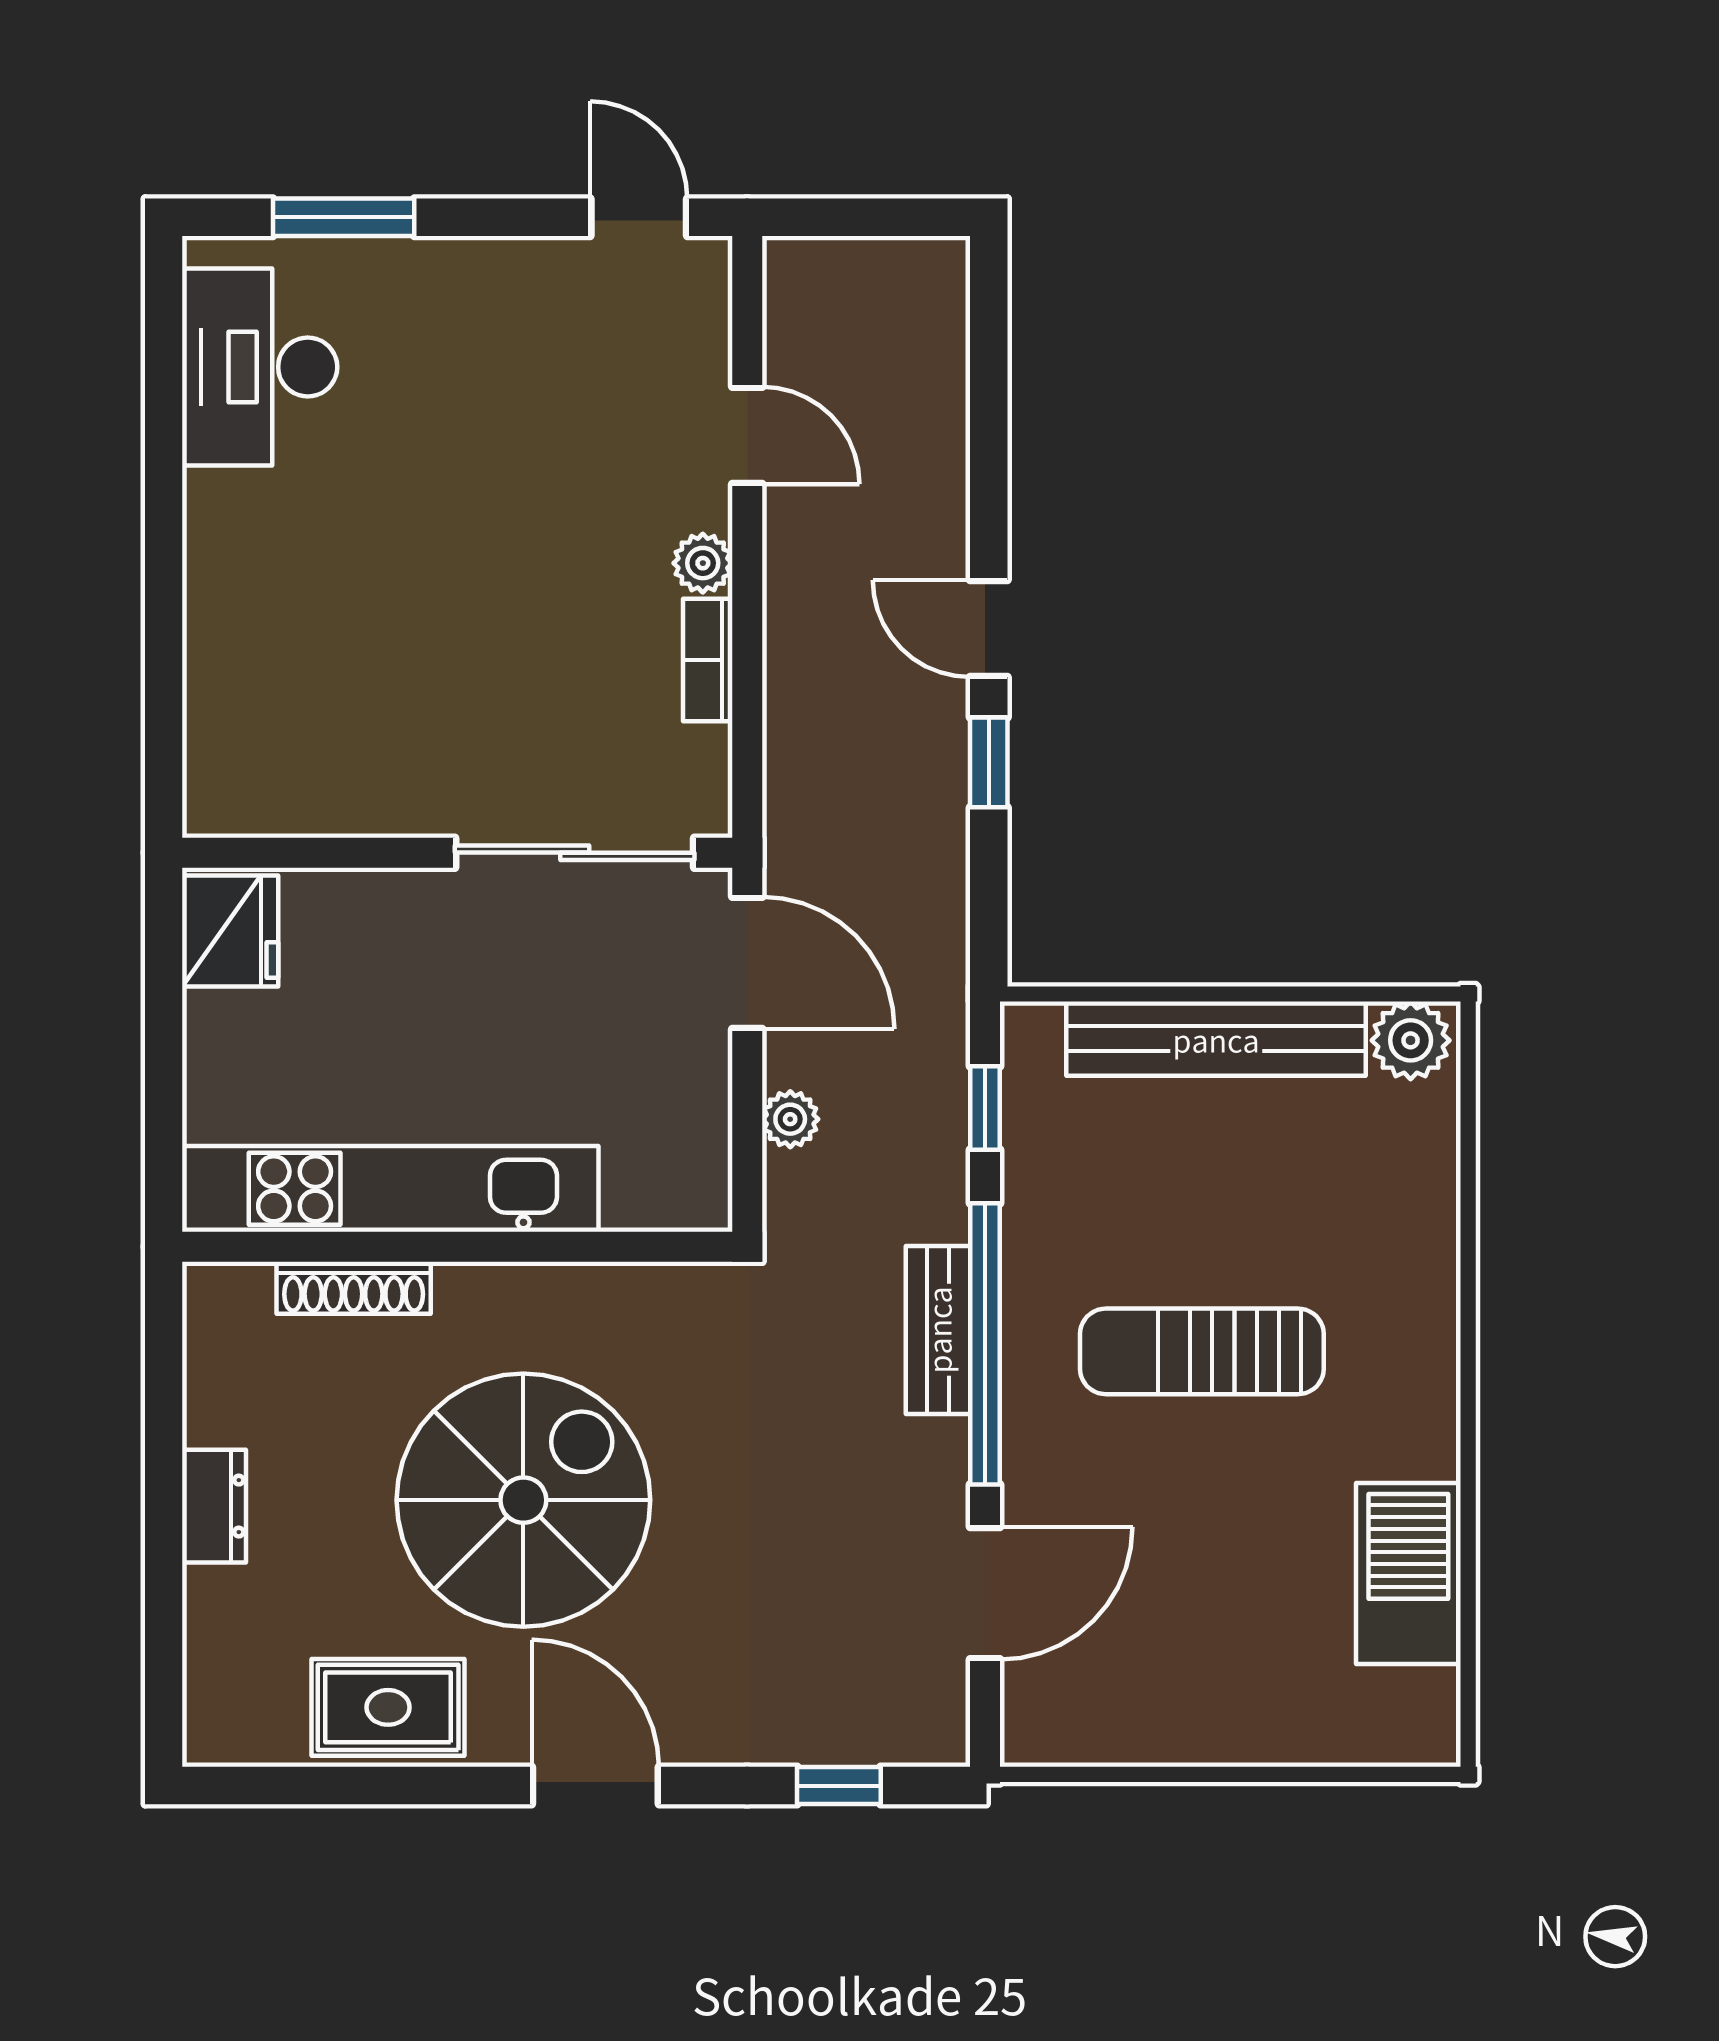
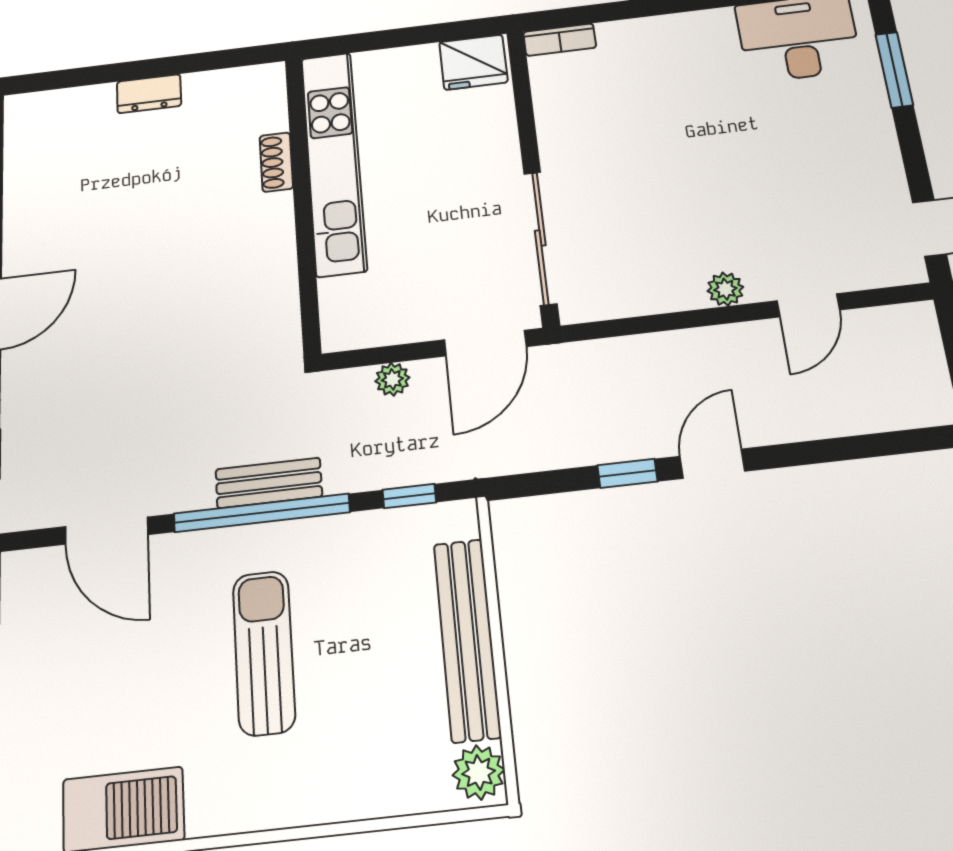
bookcase: (708, 660) -> (560, 40), moved, turned 180
shoe rack: (354, 1288) -> (276, 162), width x0.70
spiral stairs: (523, 1500) -> (157, 255), removed
rug: (388, 1707) -> (37, 197), removed

